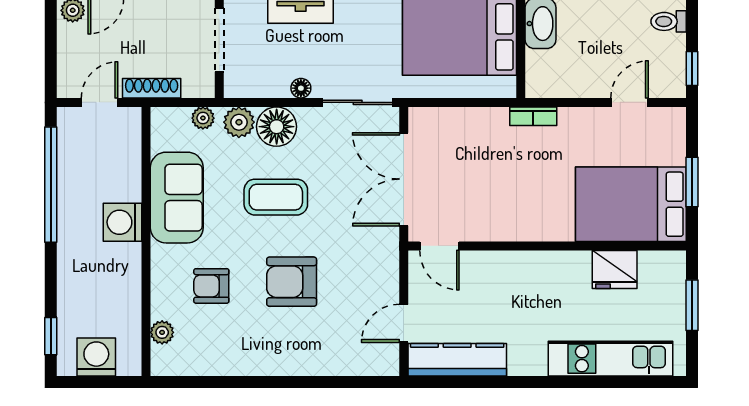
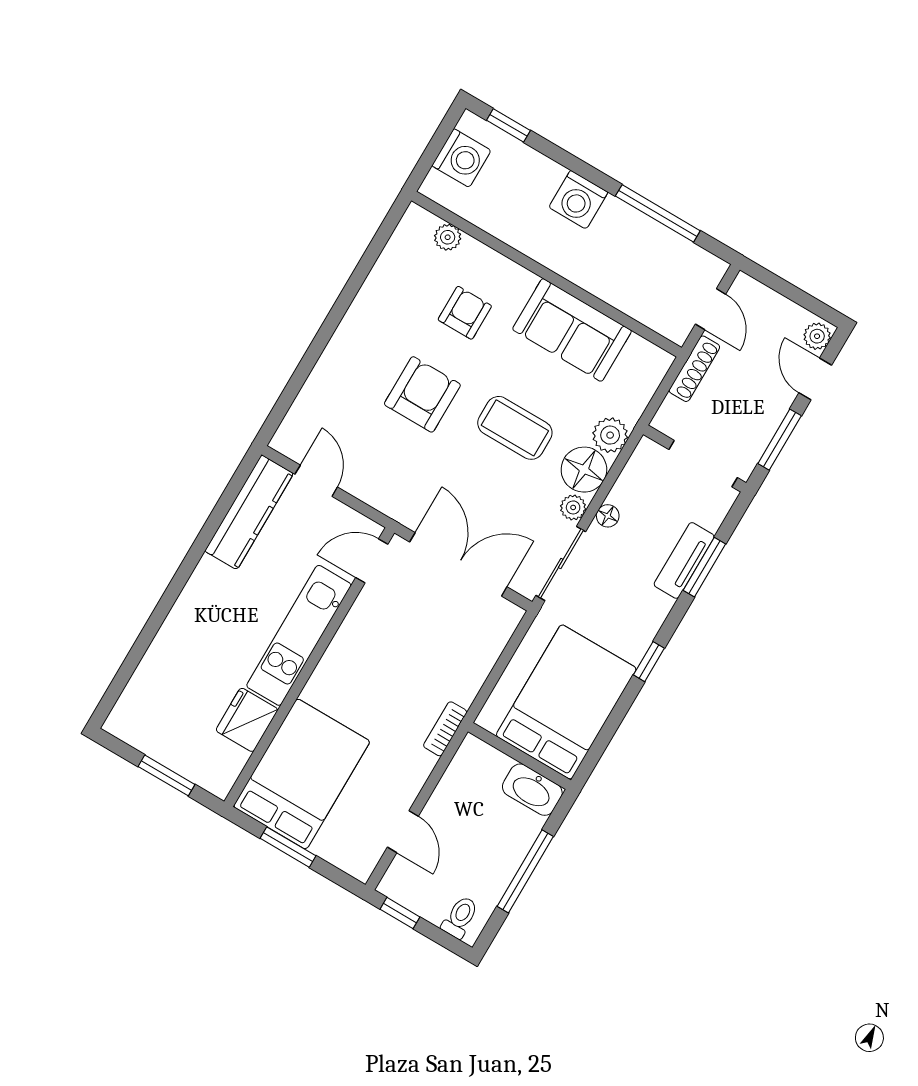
plant: (203, 118) -> (573, 507), moved
window: (51, 185) -> (658, 213), width x0.68
coffee table: (276, 197) -> (515, 428), turned 90
washing machine: (123, 222) -> (578, 200), moved, turned 180
kitchen unit: (610, 359) -> (299, 635), moved, turned 180

